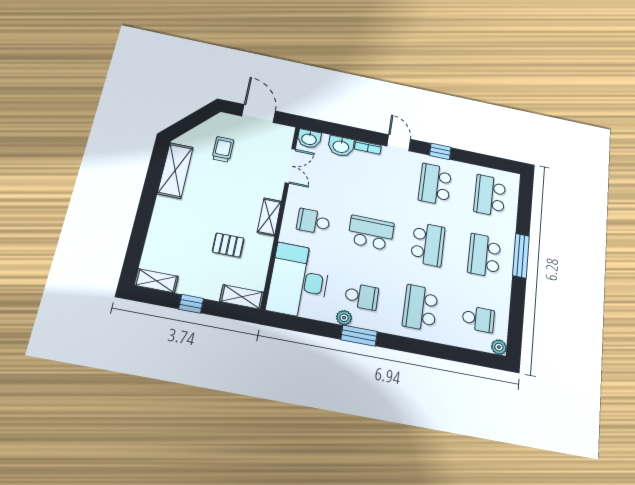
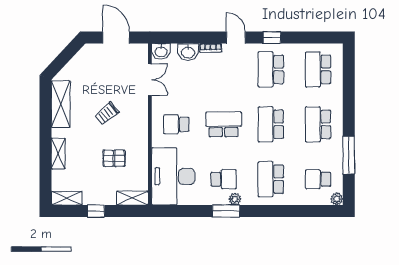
trolley: (223, 149) -> (107, 113), moved, turned -130
shelving: (269, 217) -> (58, 154), moved
school desk: (428, 244) -> (271, 124), turned 180
window: (521, 256) -> (349, 155), moved
plant: (344, 318) -> (235, 199), moved
school desk: (478, 319) -> (318, 179), turned 180

